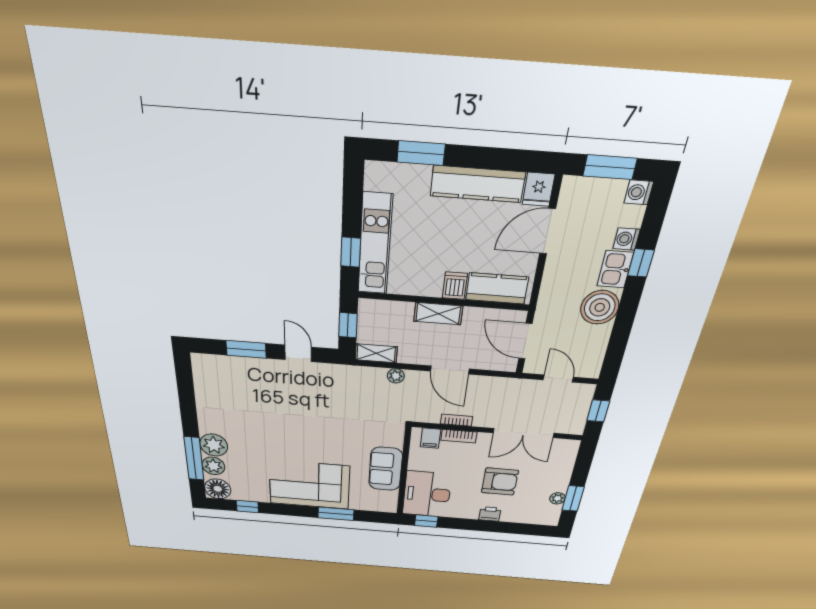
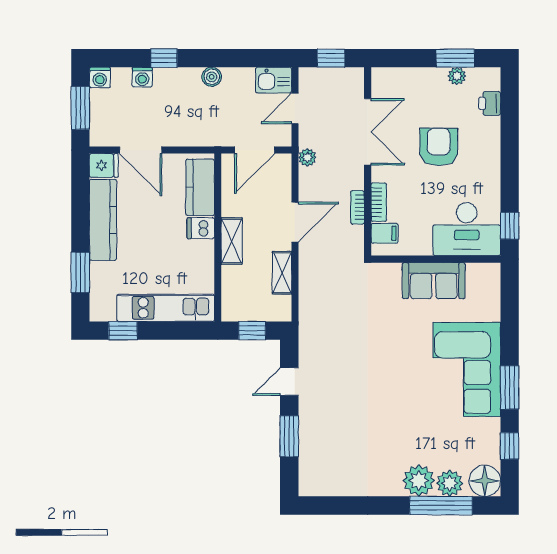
window: (351, 252) -> (123, 331), moved
kitchen sink: (615, 269) -> (274, 80), moved
boiler: (600, 307) -> (212, 77), width x0.54, depth x0.54
shelving: (376, 353) -> (282, 273), moved
plant: (396, 376) -> (307, 157), moved
window: (336, 514) -> (510, 387), moved
printer: (490, 514) -> (490, 103), moved

